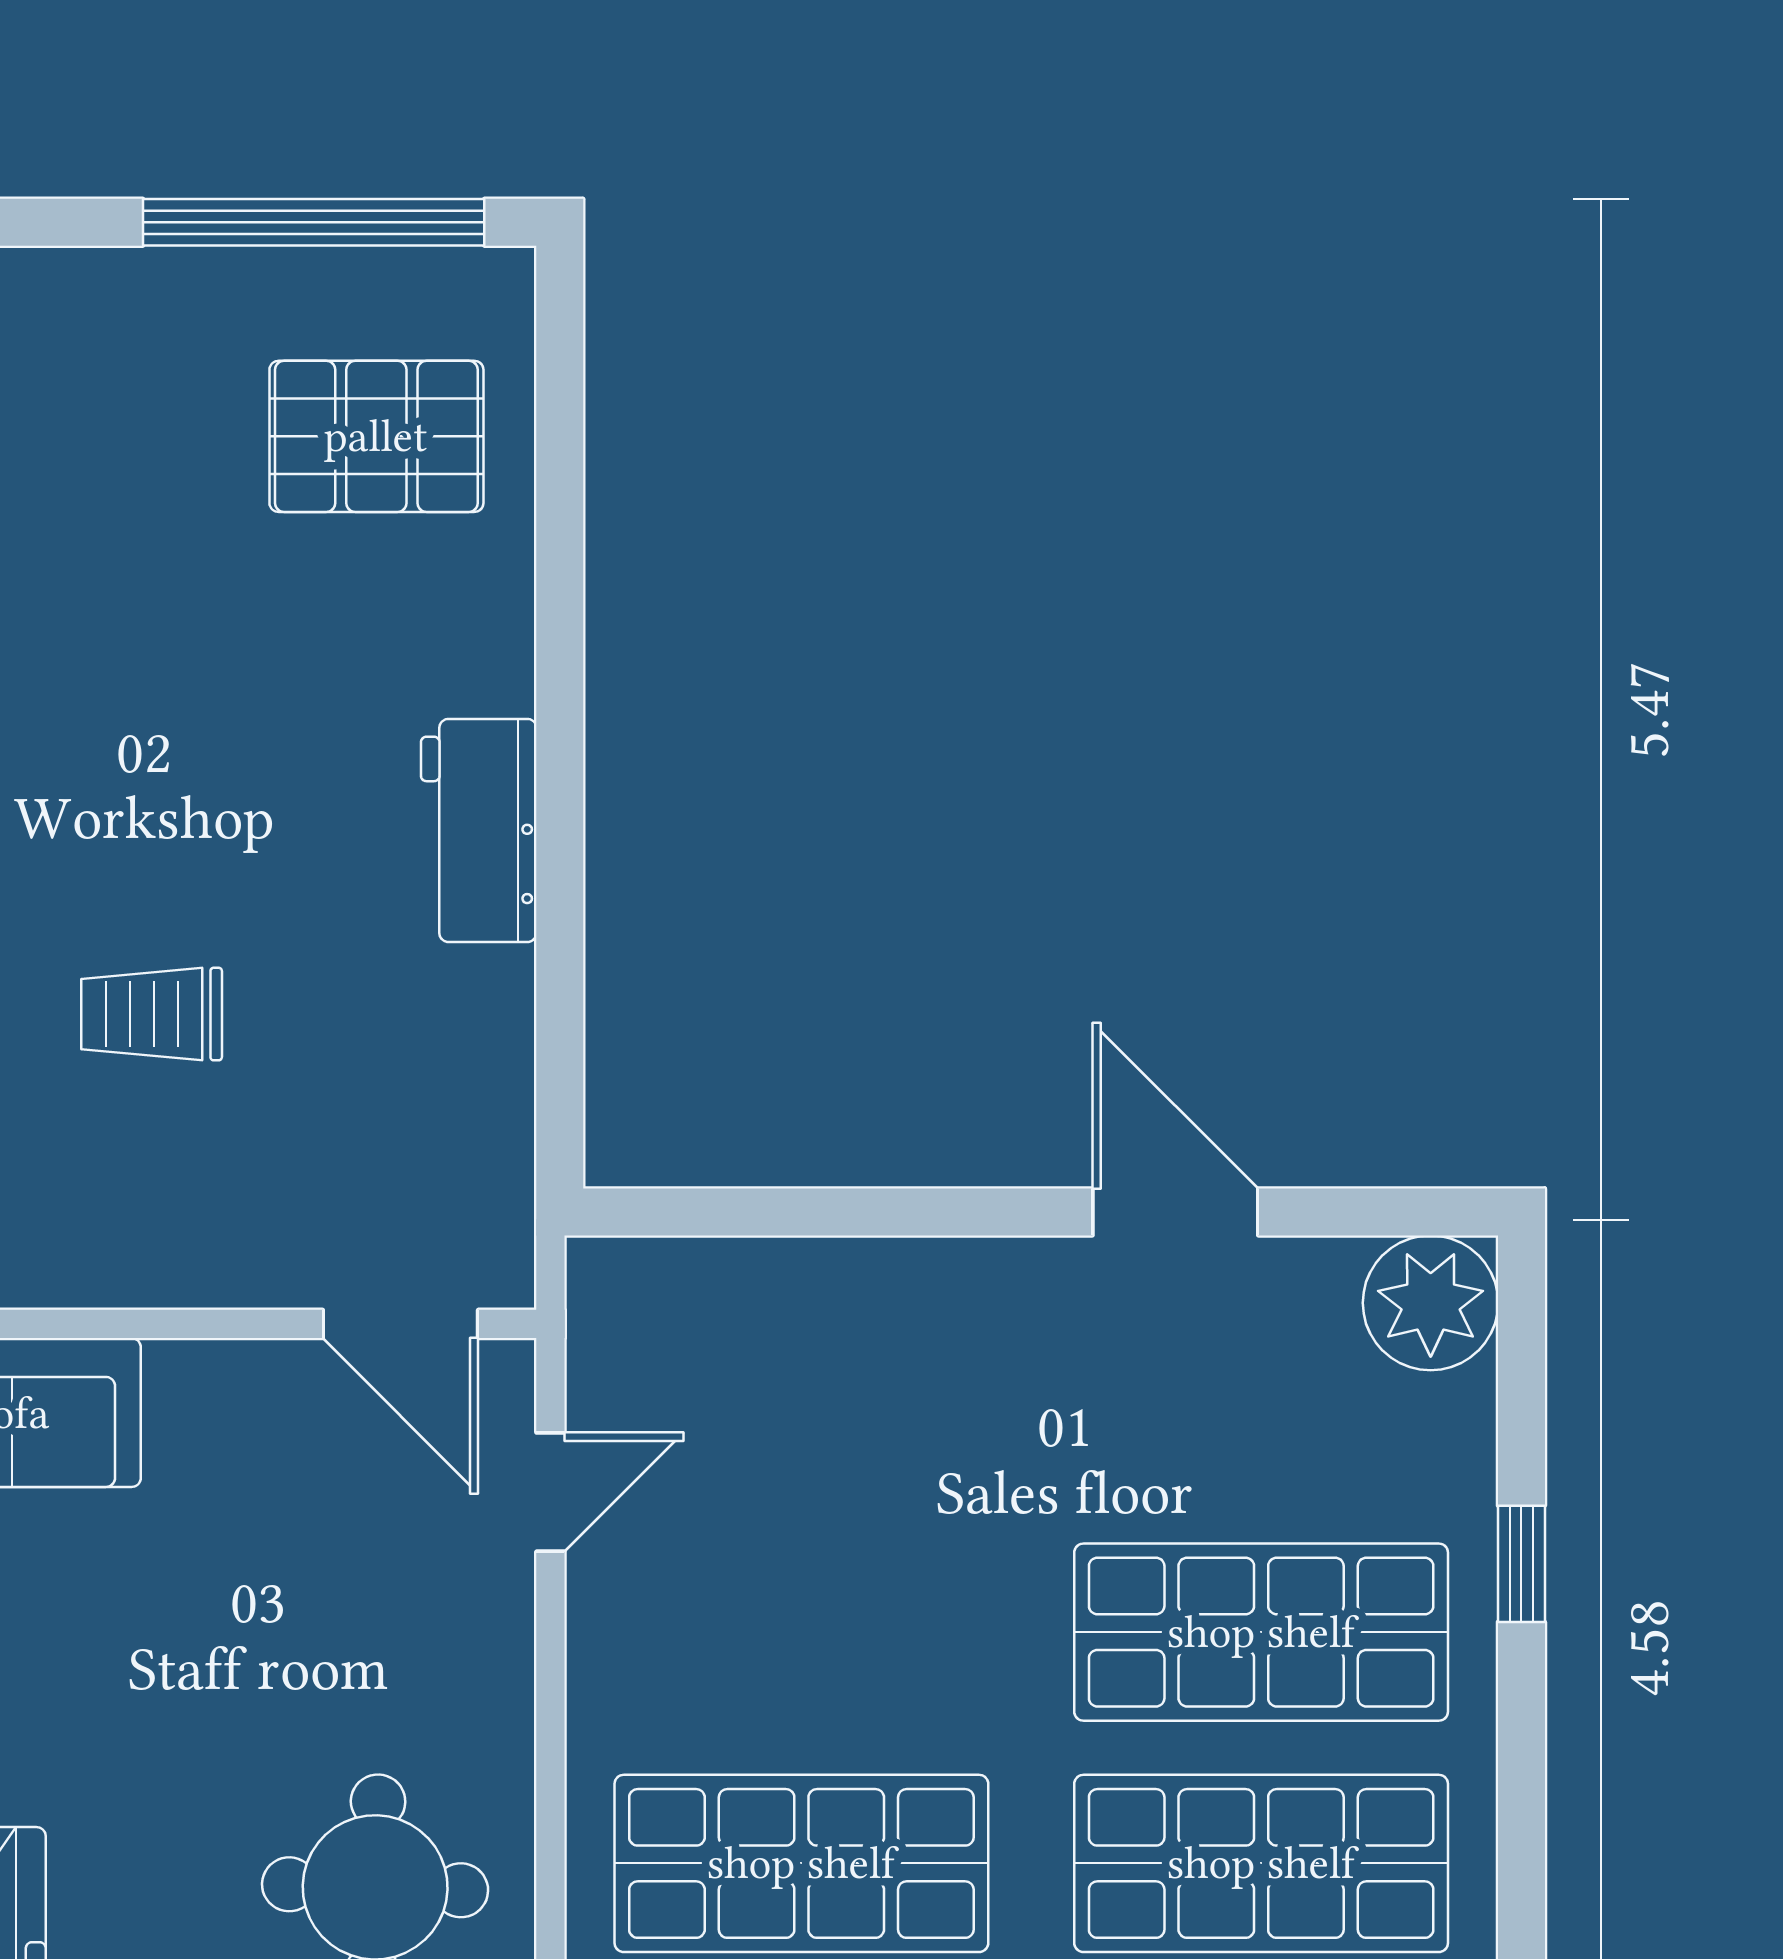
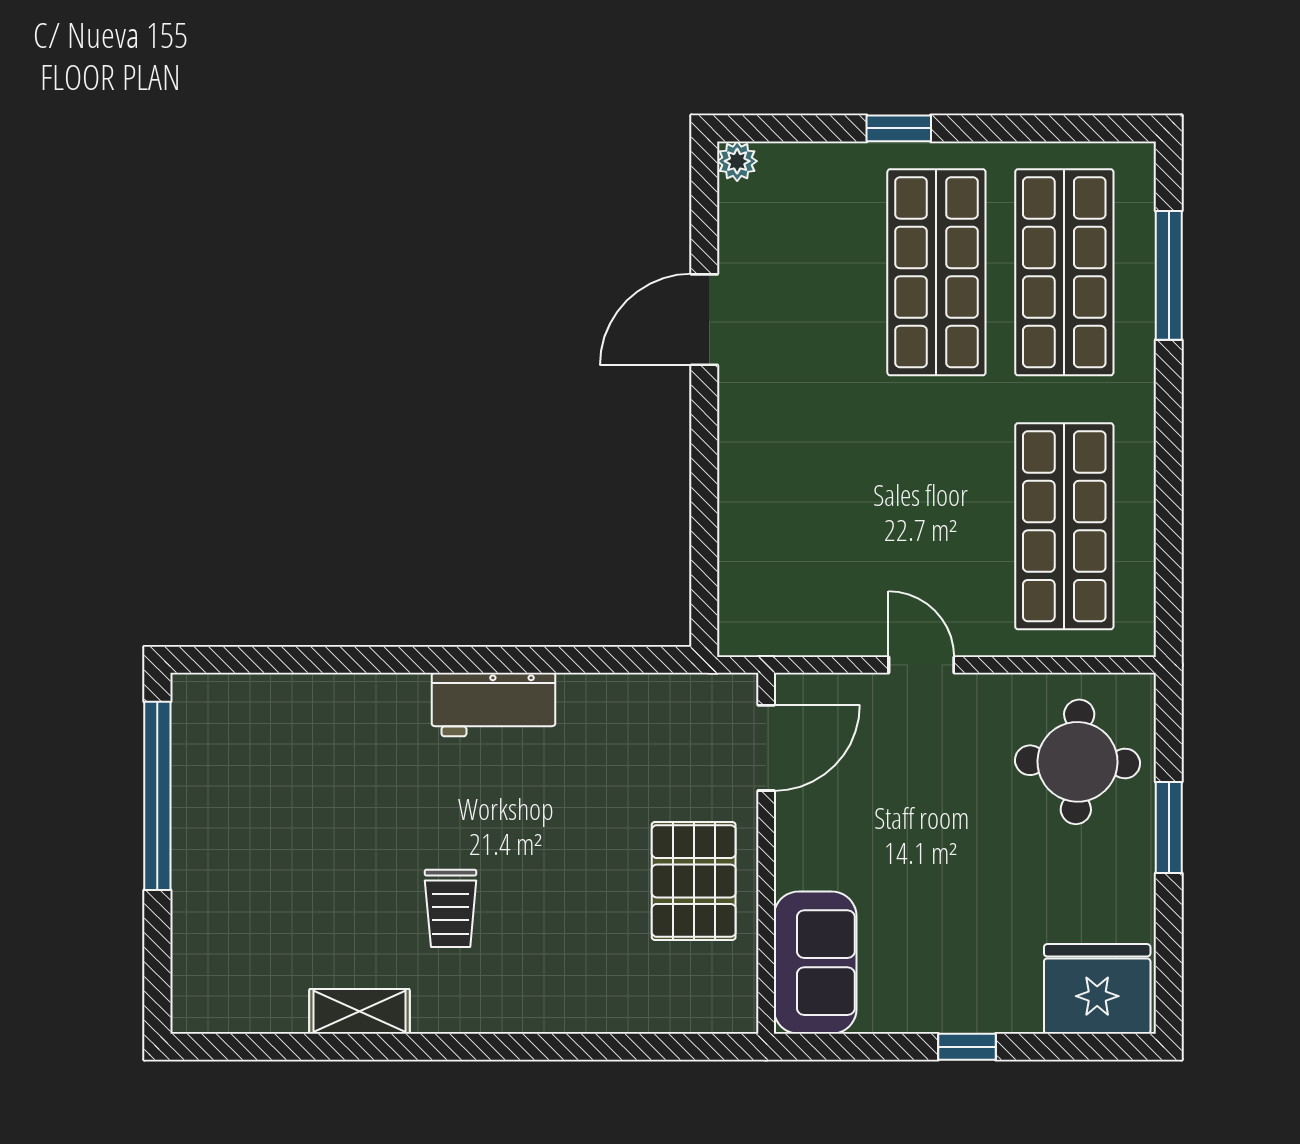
pallet: (376, 436) -> (694, 881), moved
trolley: (152, 1014) -> (451, 908), moved
plant: (1431, 1303) -> (737, 161), width x0.53, depth x0.53
door: (550, 1492) -> (921, 665), moved

